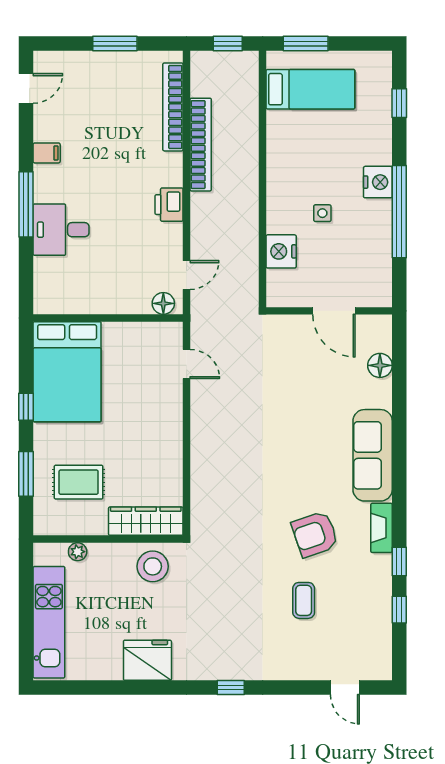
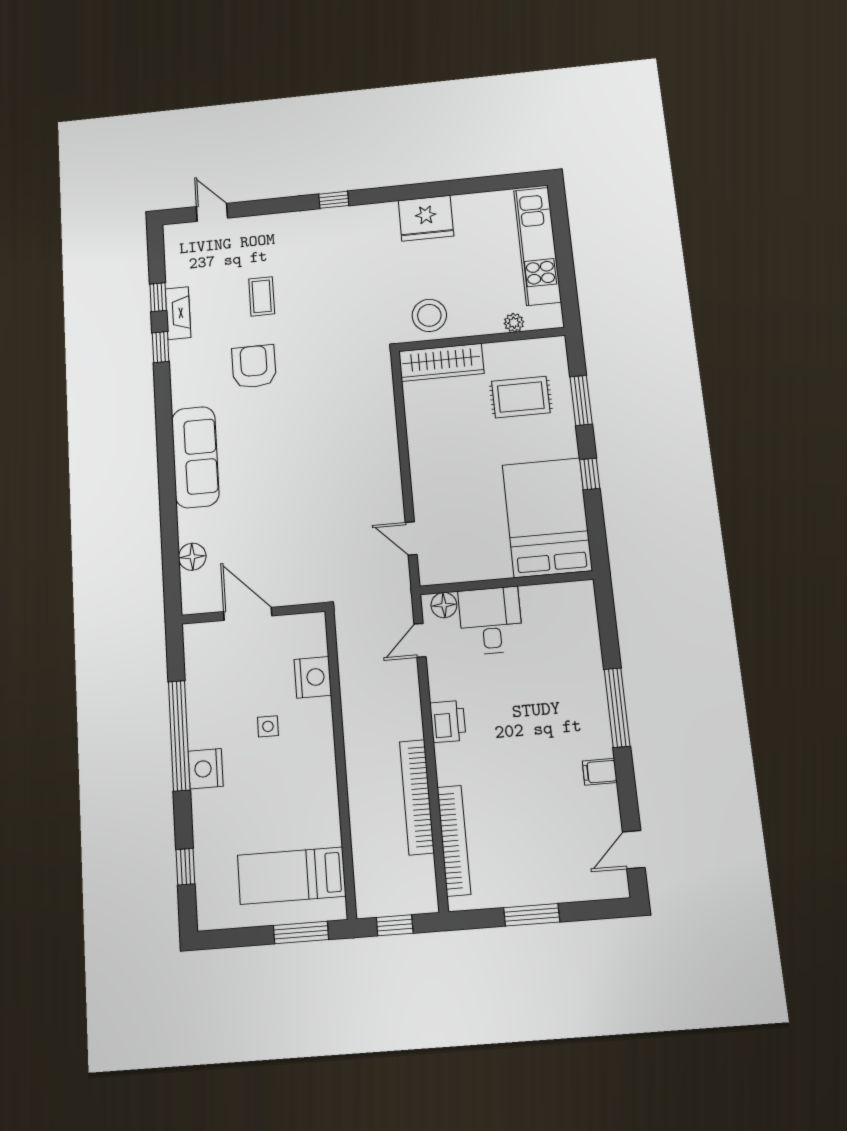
desk: (61, 230) -> (491, 621), moved, turned -90
fireplace: (382, 528) -> (178, 313), moved
armchair: (315, 534) -> (254, 367), turned -71

